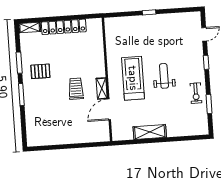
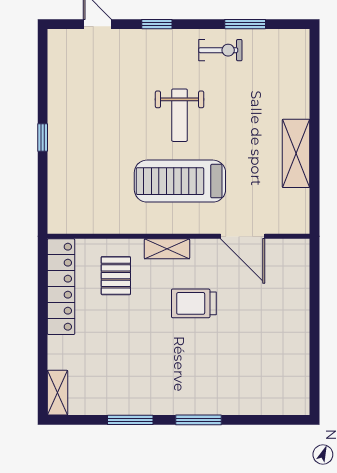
locker: (64, 27) -> (61, 287), moved
pallet: (40, 71) -> (116, 276), moved
weight bench: (164, 76) -> (180, 115), turned -90
shelving: (102, 88) -> (167, 249), moved

